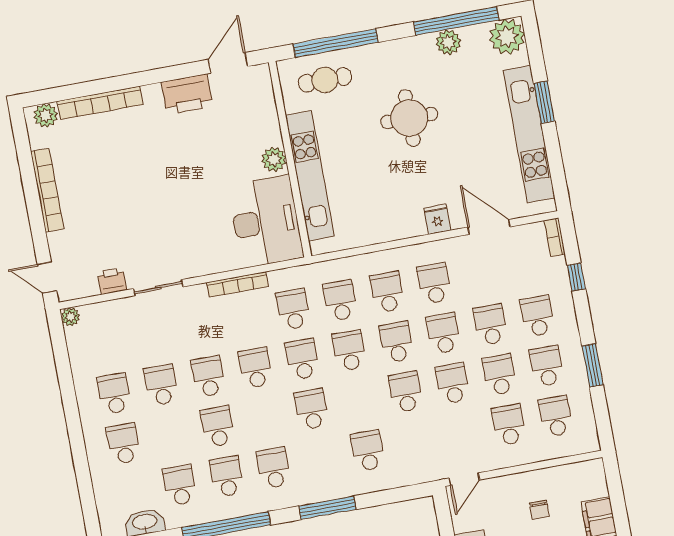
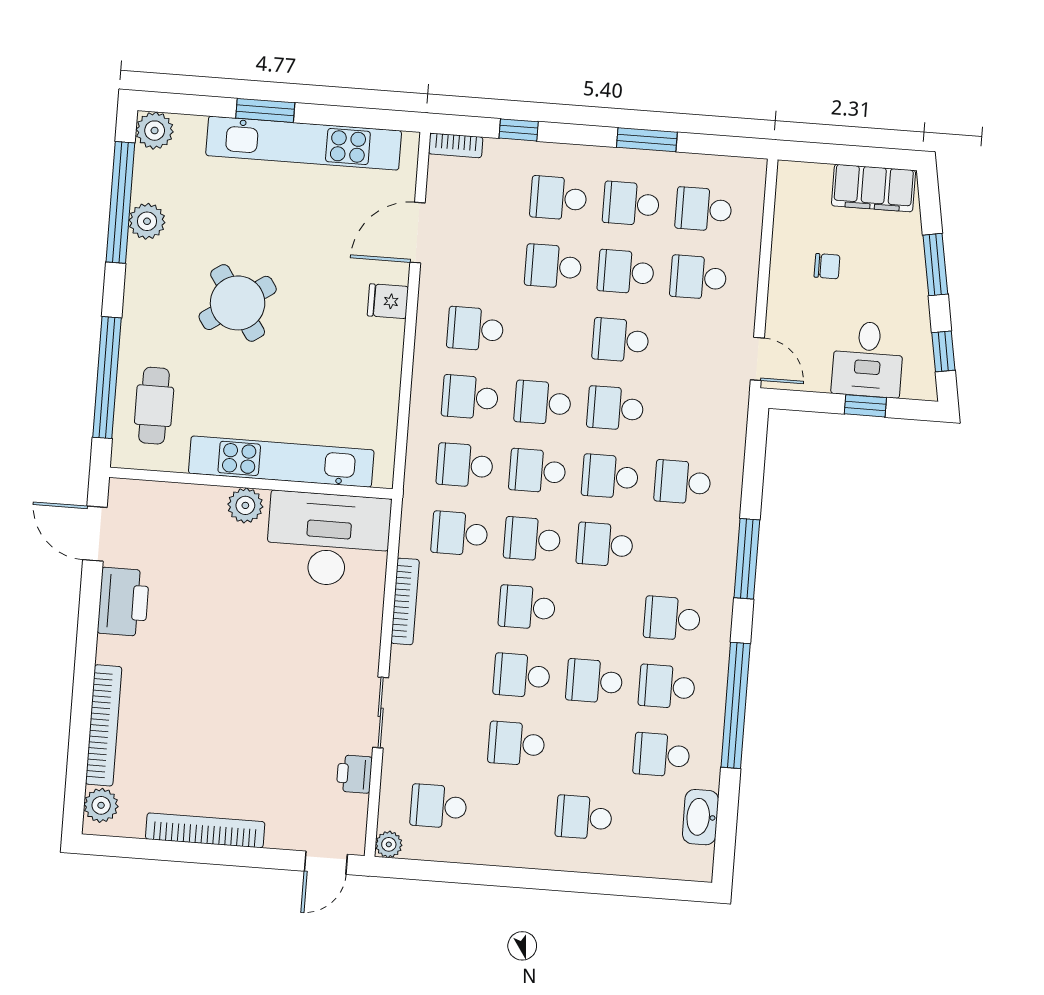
plant: (507, 37) -> (155, 131), width x0.73, depth x0.73
round table: (409, 118) -> (238, 303), turned -34
school desk: (443, 333) -> (610, 476), moved
school desk: (114, 394) -> (439, 806), moved

